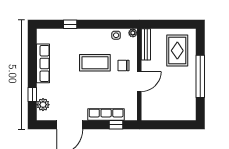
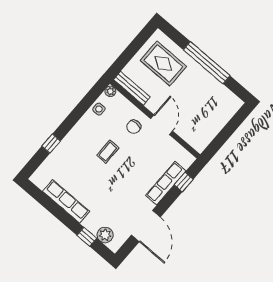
coffee table: (95, 63) -> (108, 152), width x0.54, depth x0.58

